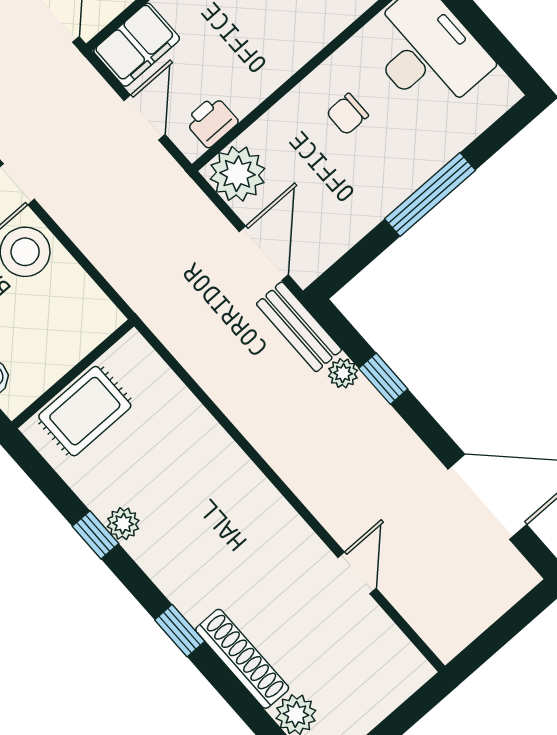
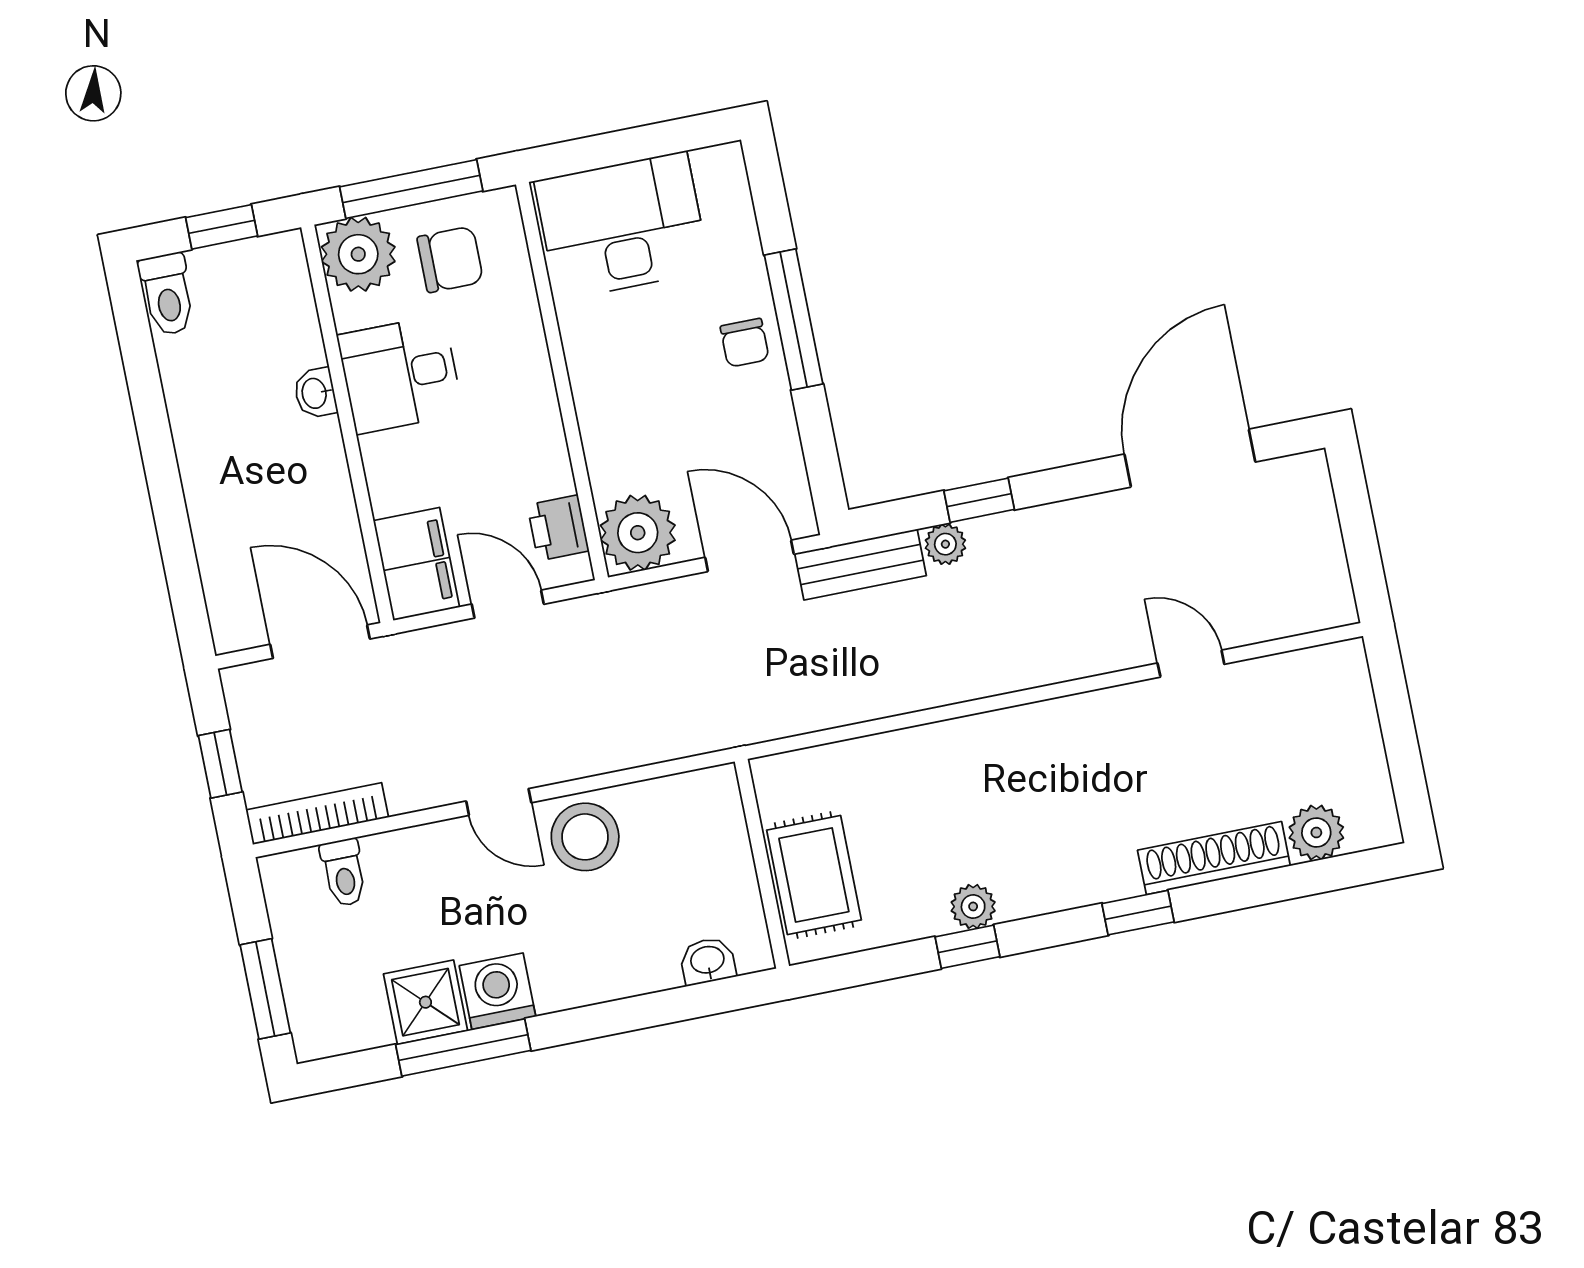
chair: (347, 114) -> (745, 343), moved

